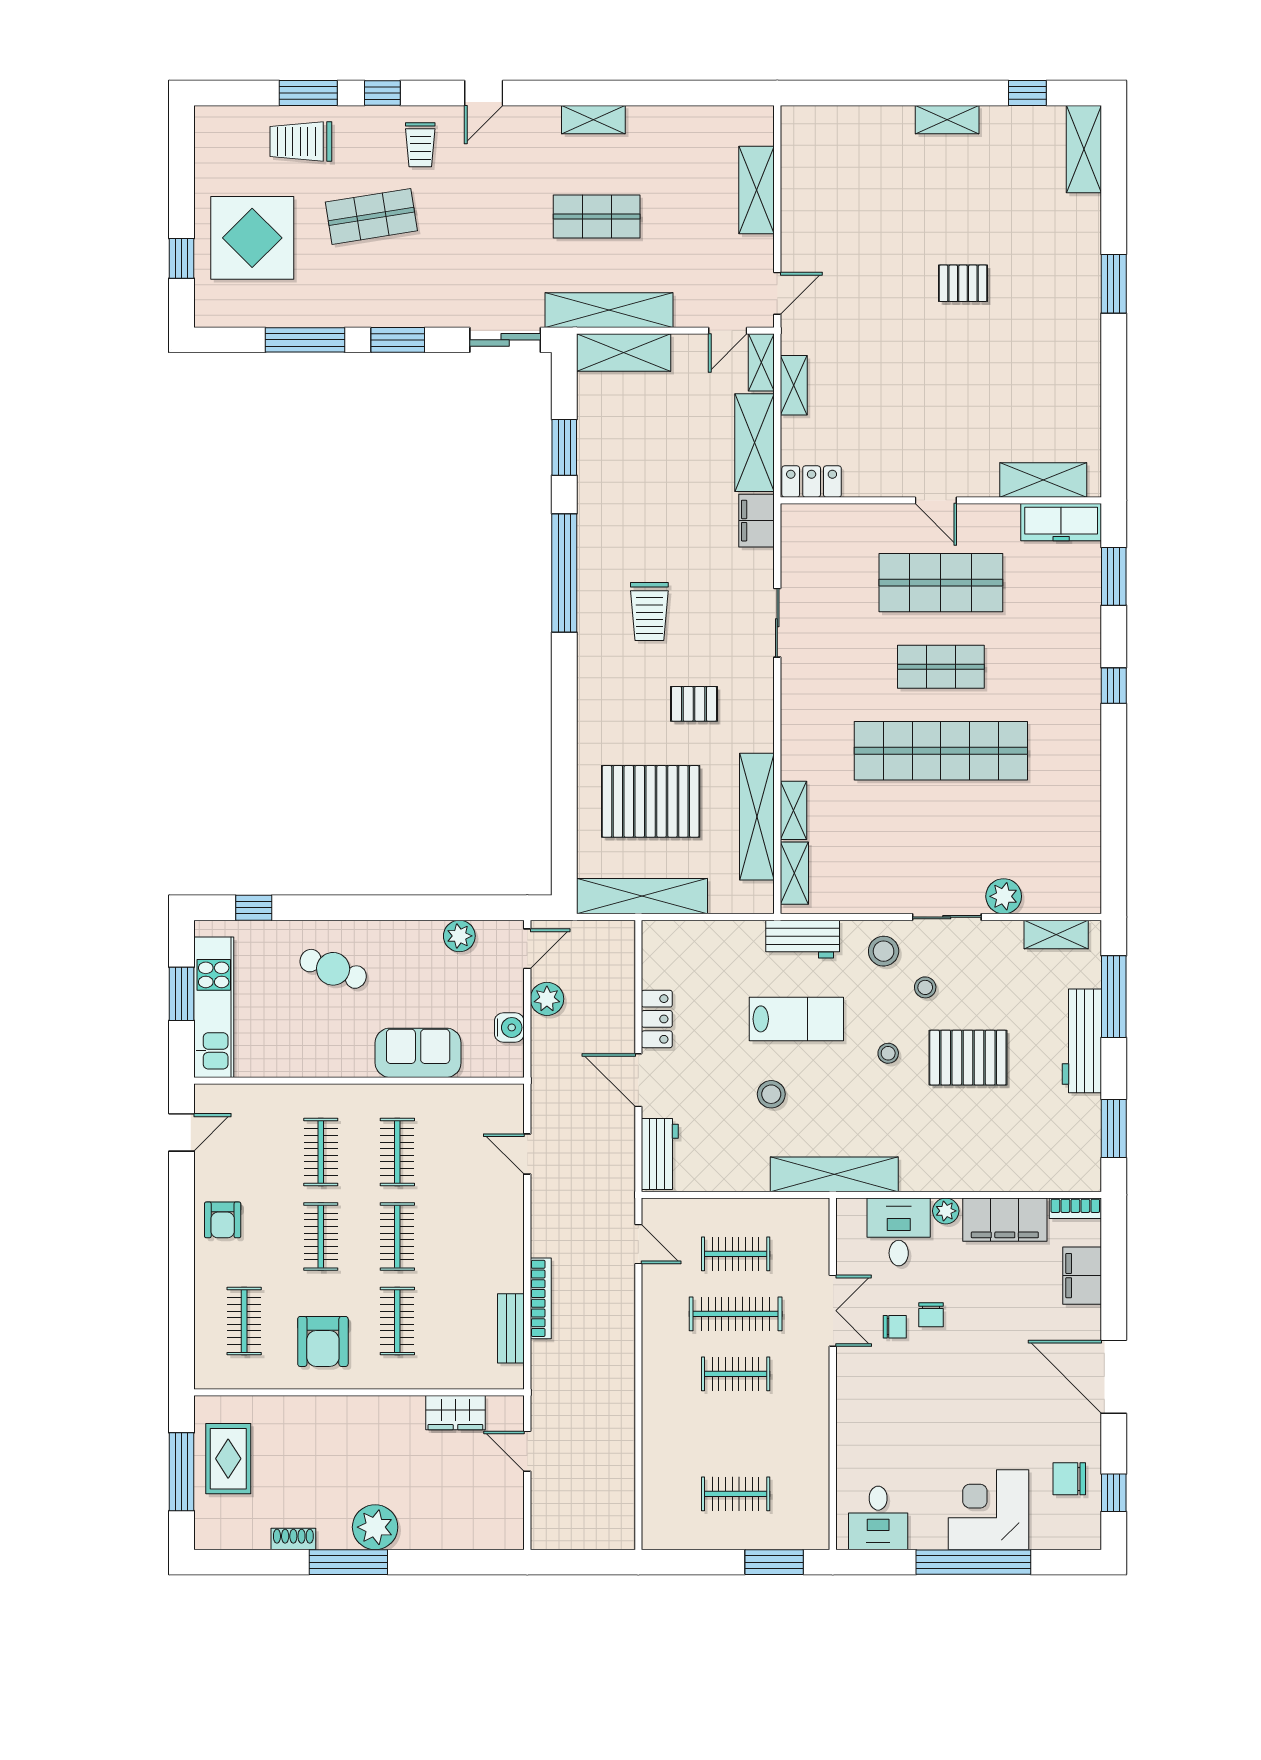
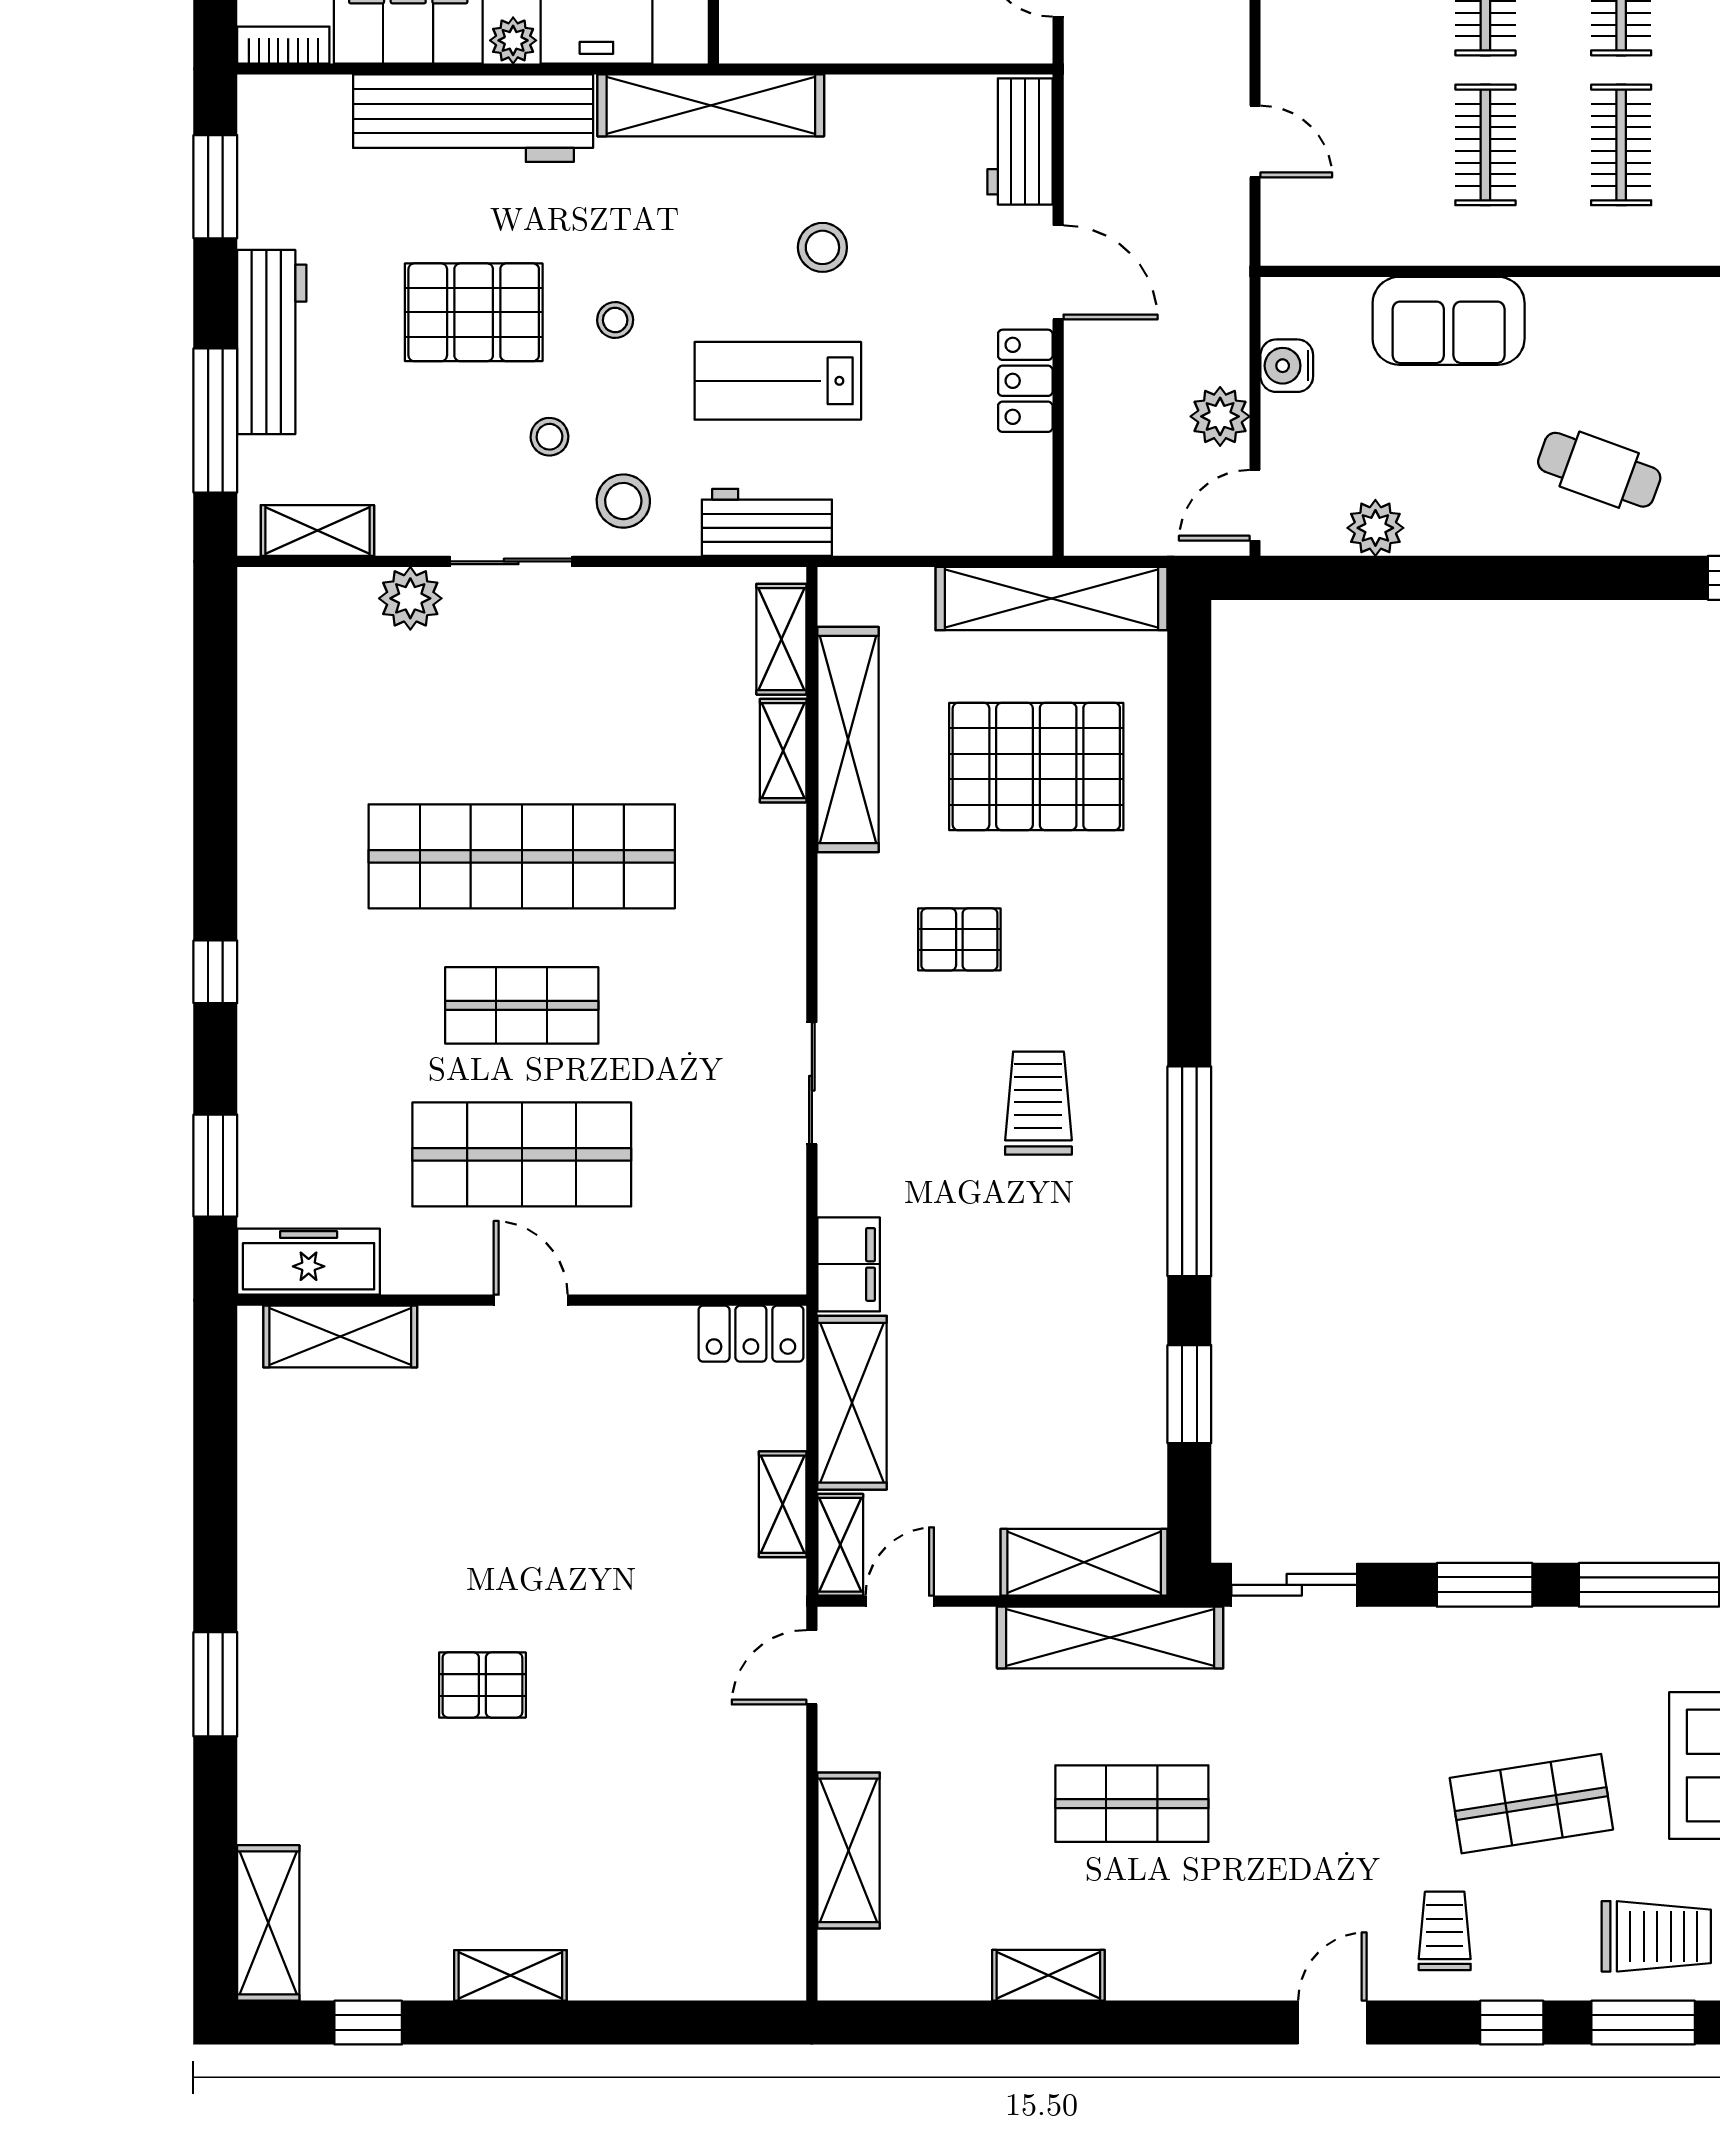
shelving: (593, 120) -> (1048, 1975), moved
workbench: (968, 1167) -> (473, 118), added

